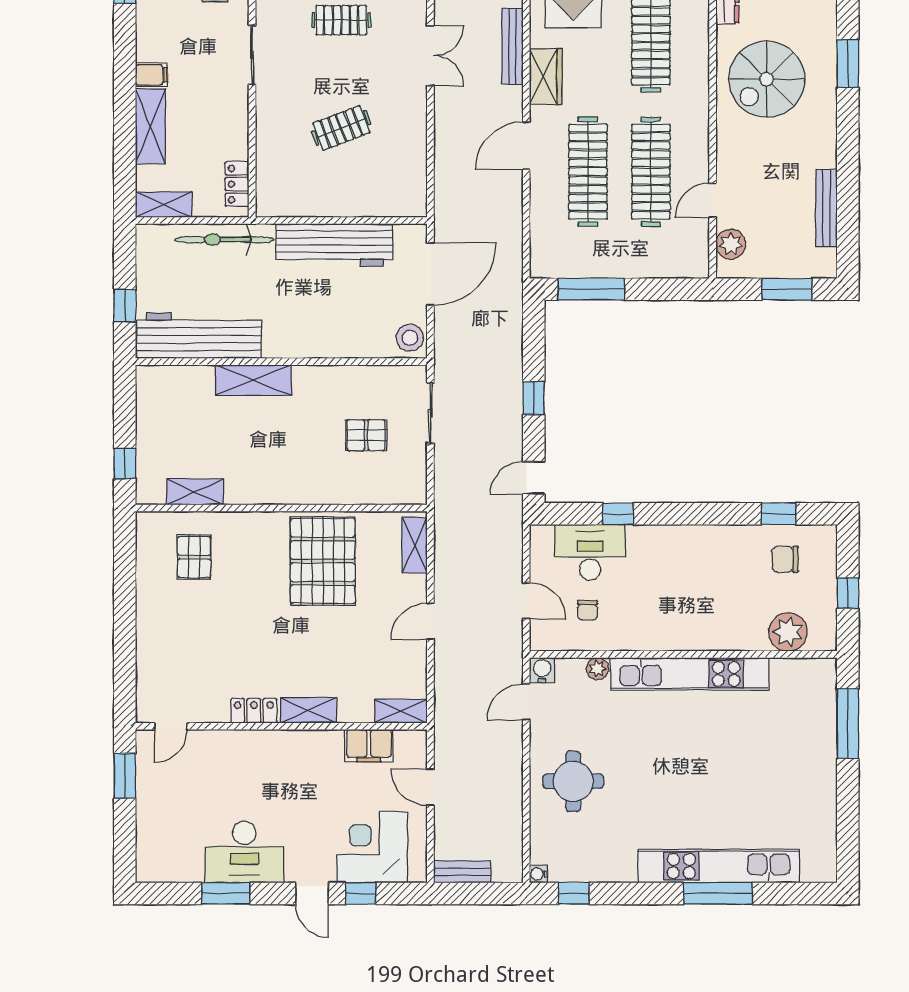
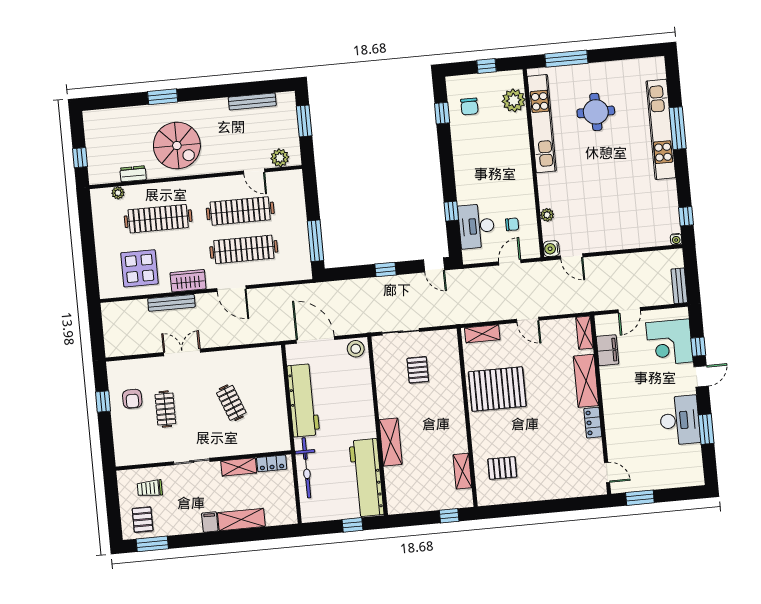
shelving: (164, 205) -> (239, 467), moved, turned 90
kitchen unit: (690, 674) -> (542, 124), moved
shelving: (308, 710) -> (586, 381), width x1.50, depth x1.33
round table: (573, 781) -> (596, 112), moved

